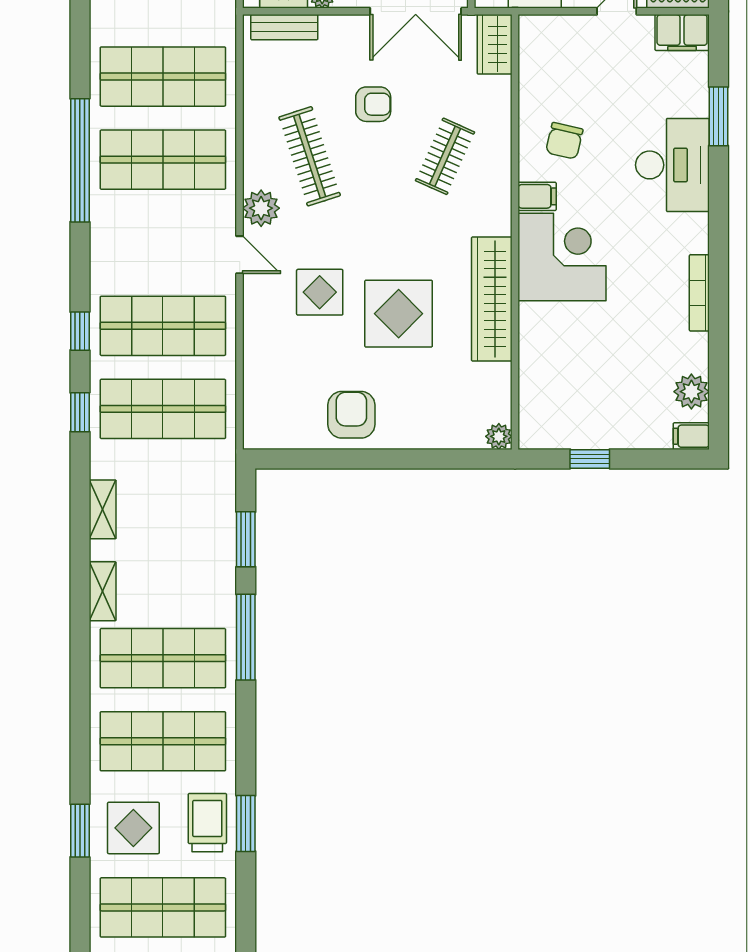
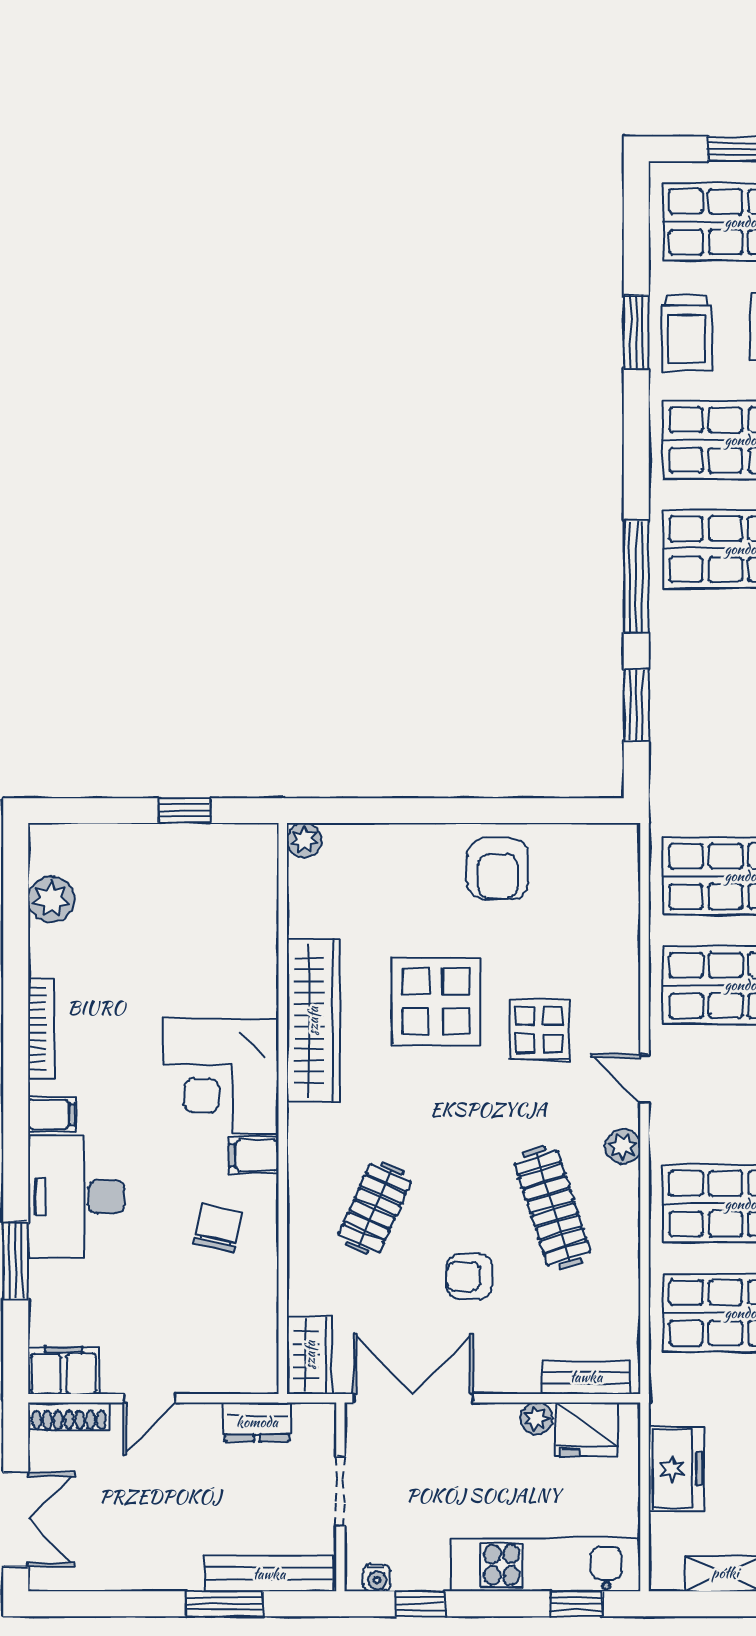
plant: (261, 208) -> (623, 1146), width x0.73, depth x0.73
filing cabinet: (691, 436) -> (52, 1114), moved

